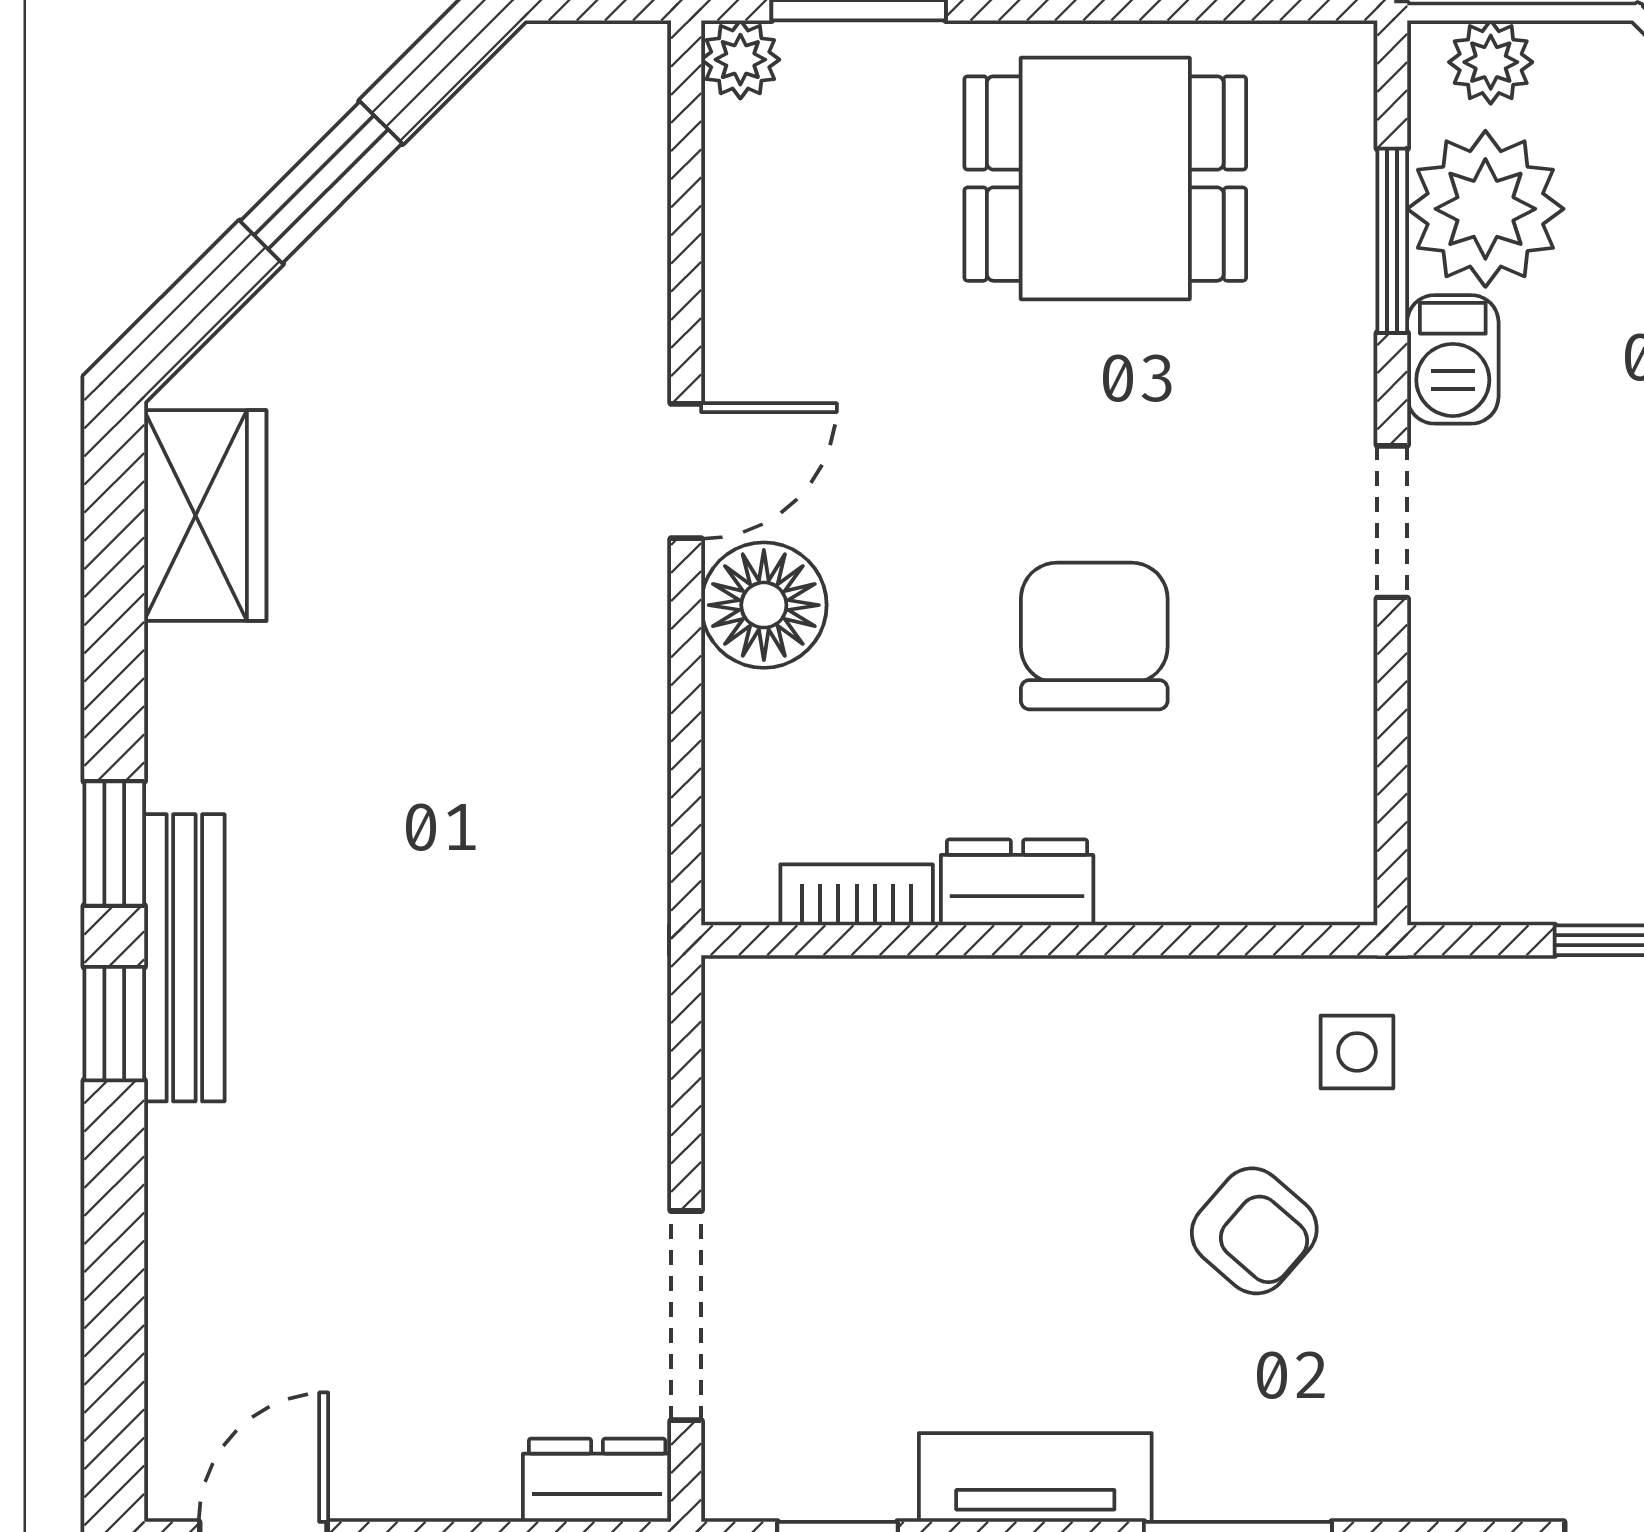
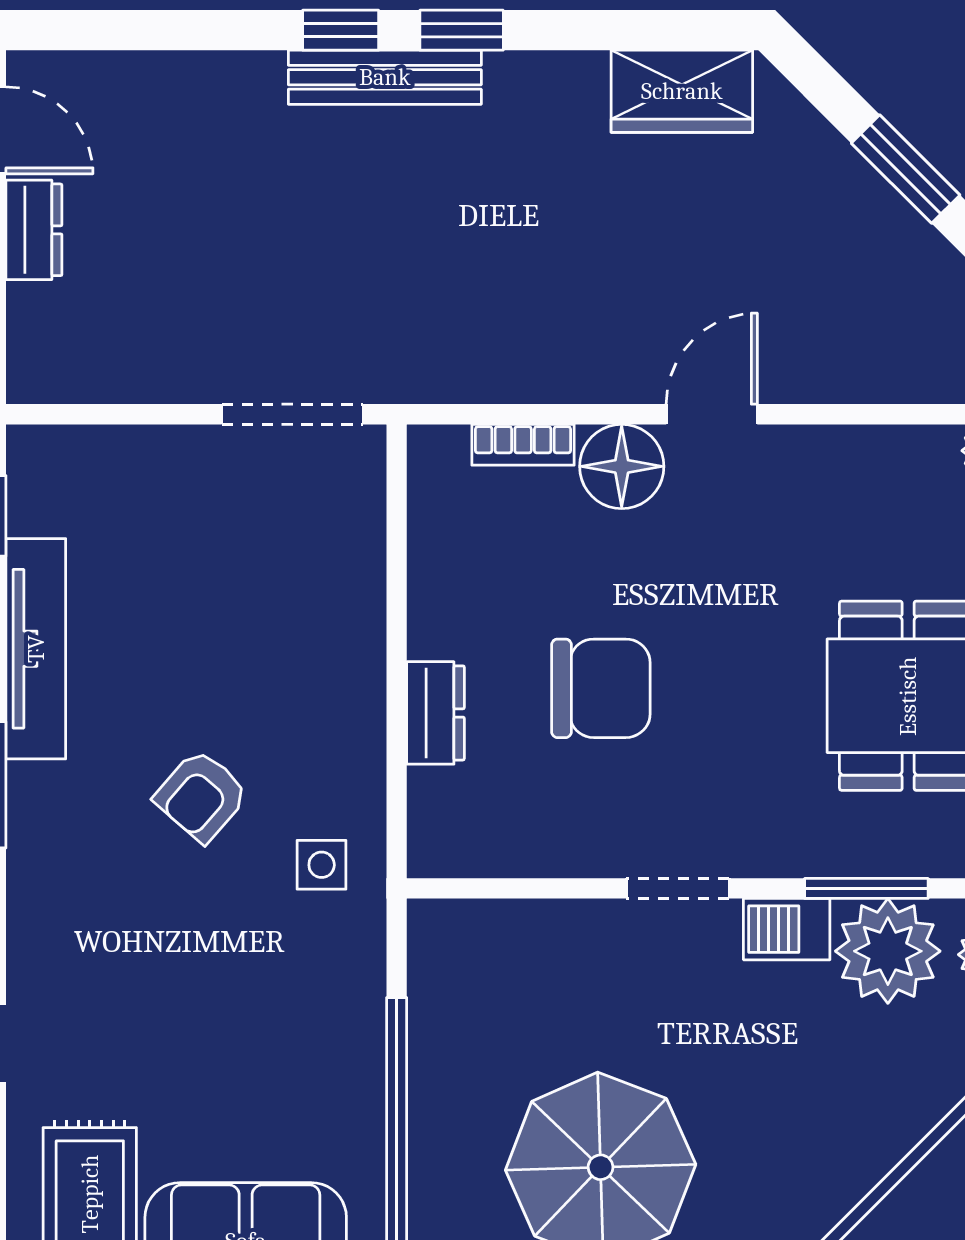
door: (686, 471) -> (712, 414), swing flipped
dresser: (1017, 882) -> (435, 713), moved
bookcase: (857, 895) -> (523, 445), moved, turned 90
doorway: (686, 1316) -> (292, 414), moved
tv unit: (1035, 1478) -> (36, 649), width x1.41
dresser: (597, 1480) -> (34, 230), moved

